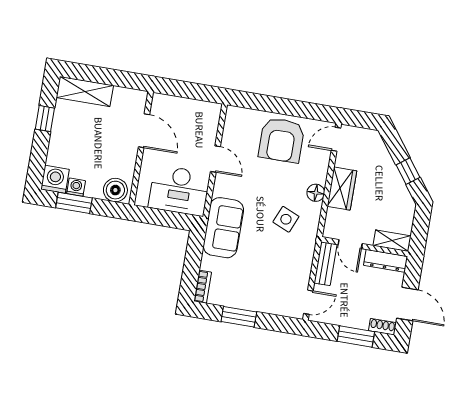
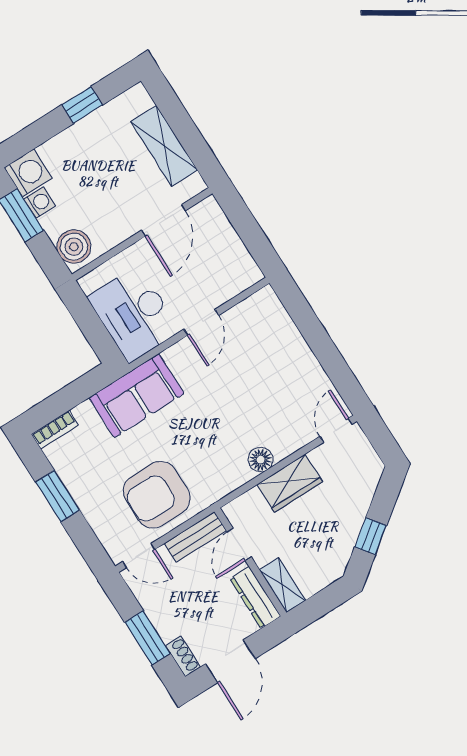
shelving: (85, 91) -> (164, 146), moved
door: (336, 139) -> (336, 430), hinge flipped
armchair: (281, 140) -> (157, 495), moved
side table: (286, 219) -> (205, 453), removed

